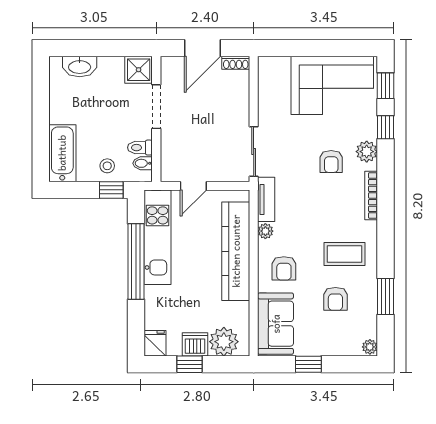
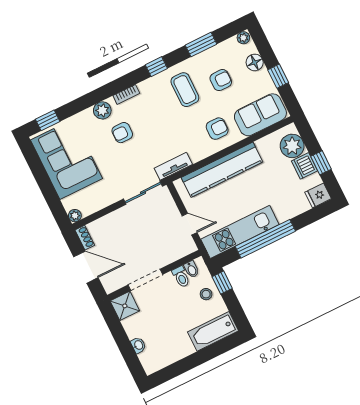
washbasin: (80, 66) -> (138, 345), width x0.52, depth x0.69
window: (385, 127) -> (156, 67), moved
armchair: (331, 161) -> (122, 133), turned 180
bookcase: (371, 195) -> (126, 94), width x0.64
plant: (265, 231) -> (75, 216), moved
floor lamp: (336, 346) -> (255, 62), added

